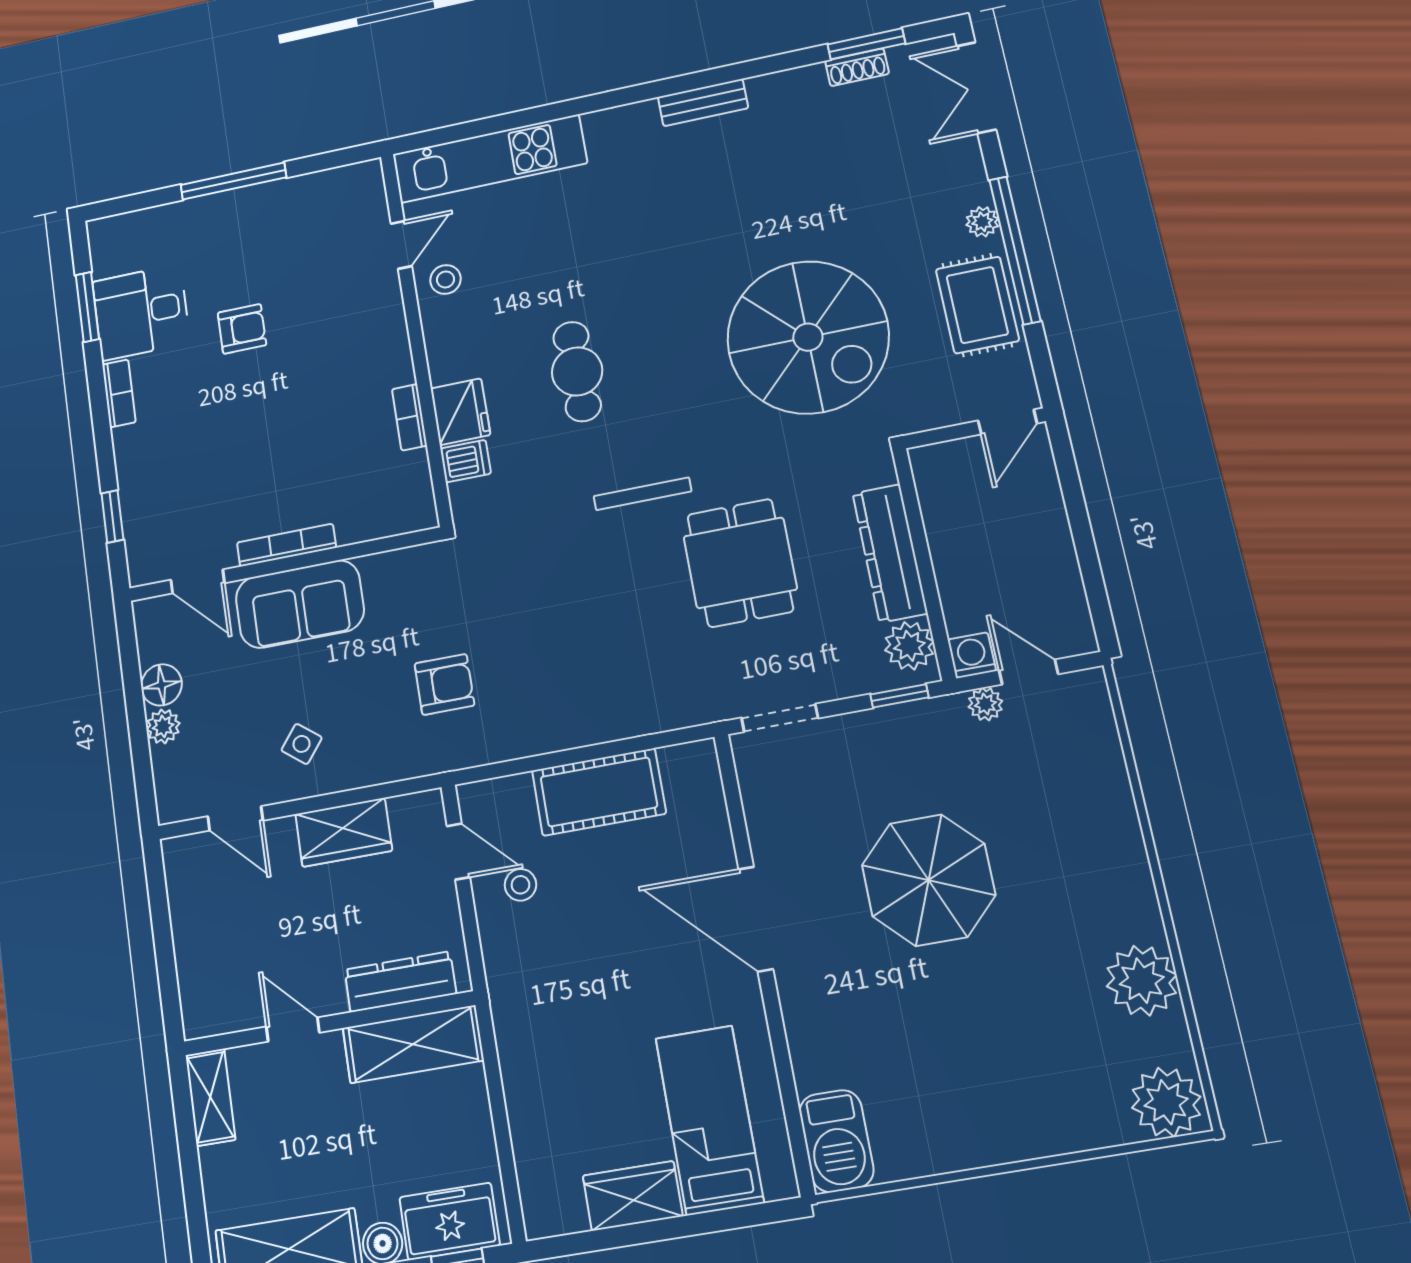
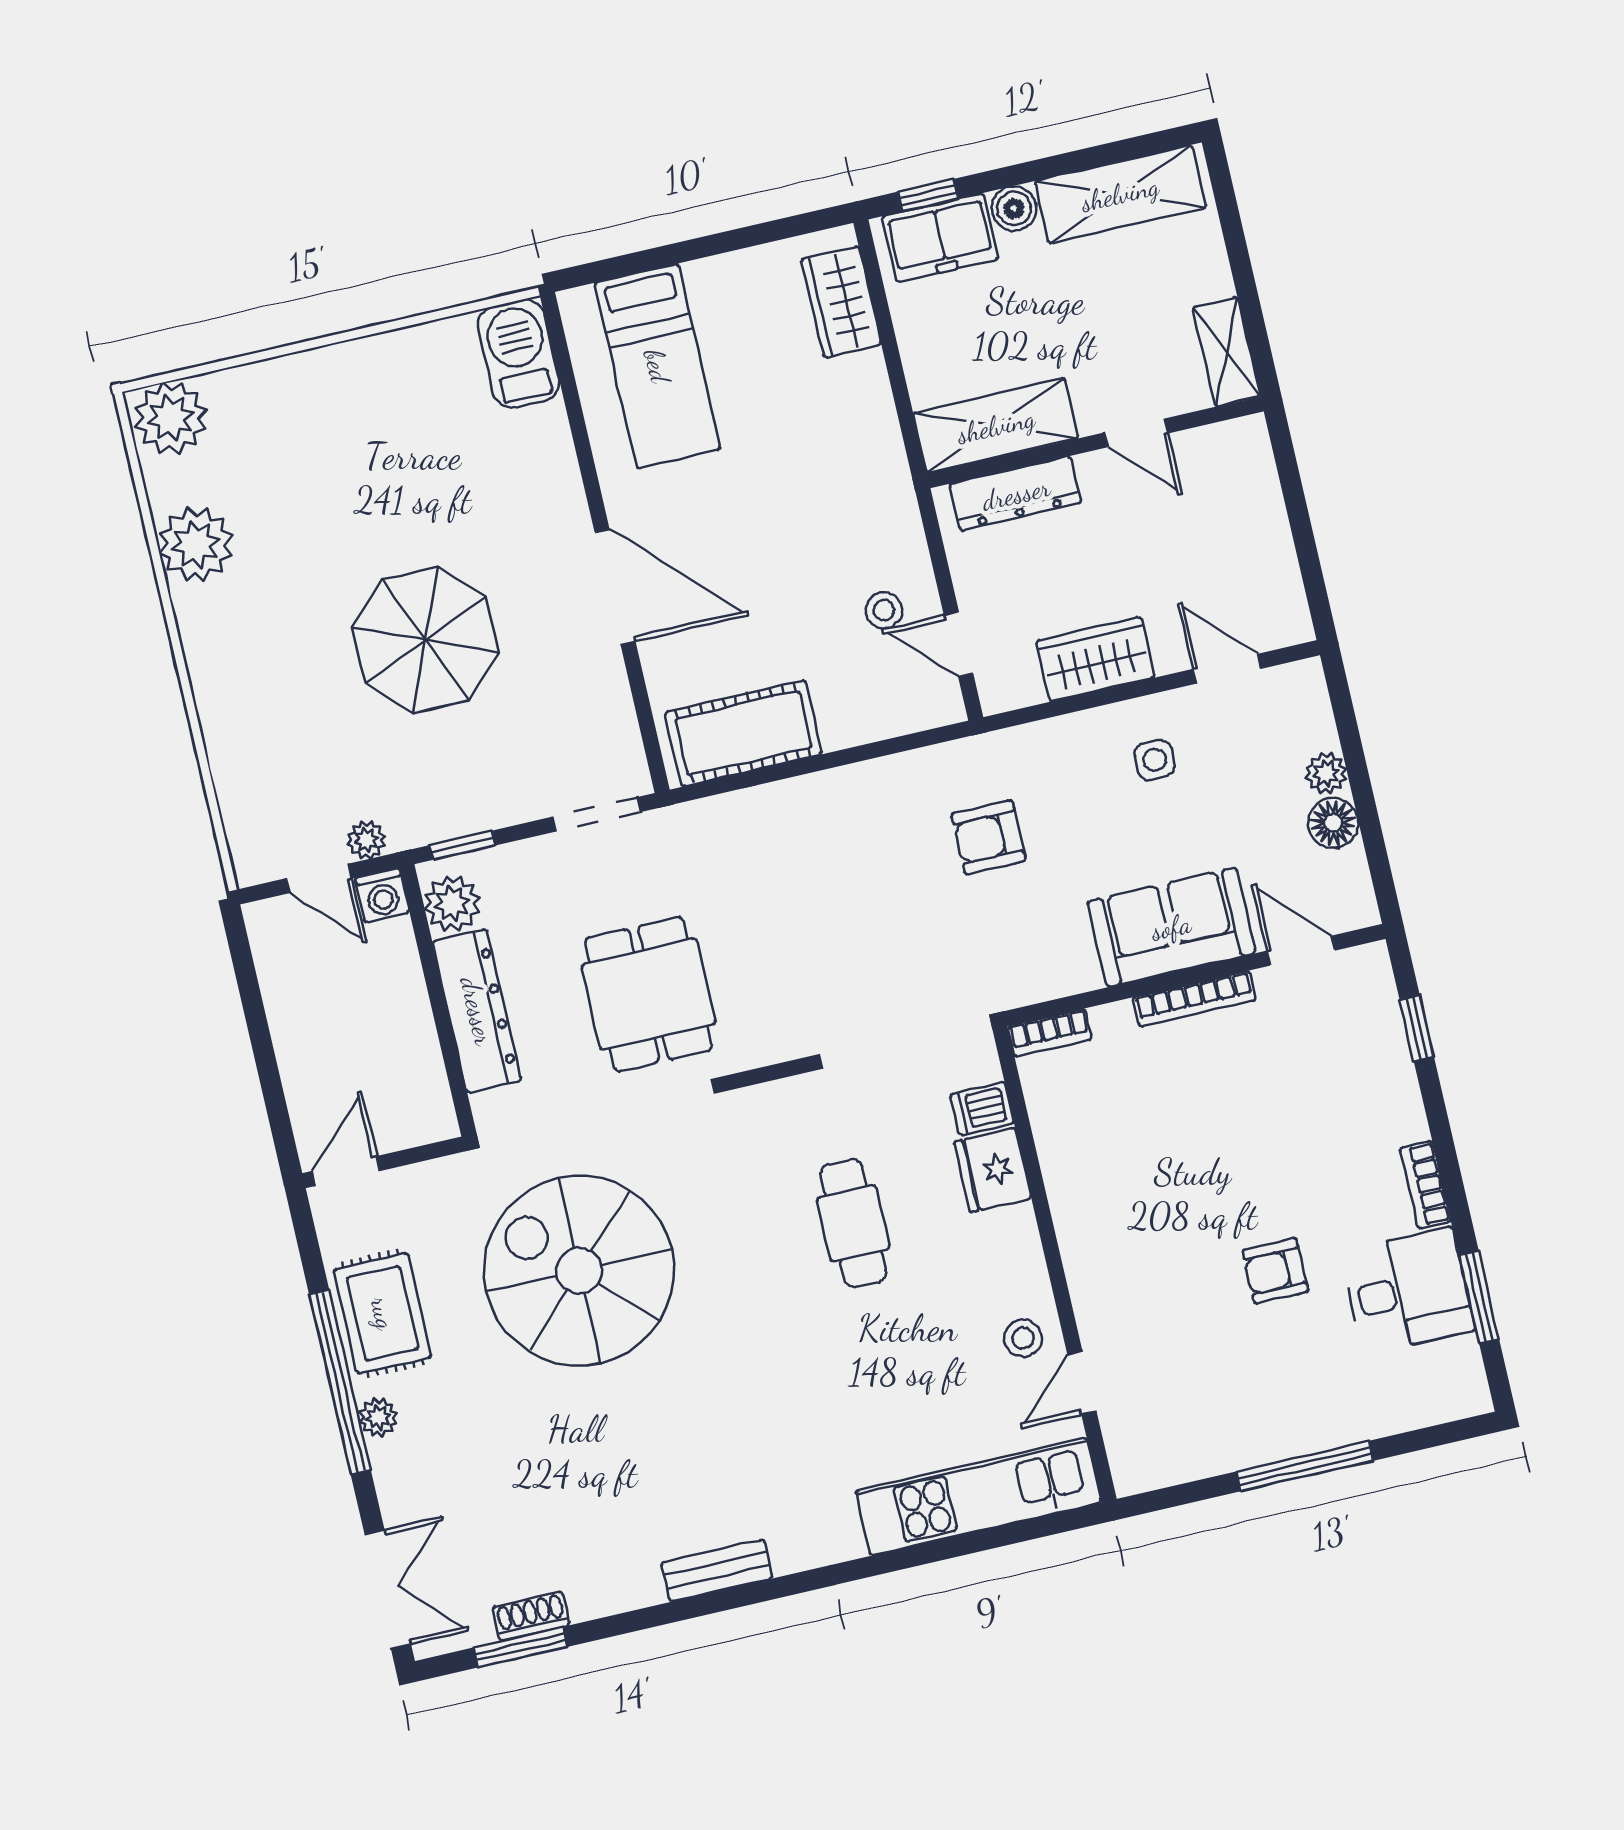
bookcase: (409, 417) -> (1050, 1033), moved, turned 90
side table: (302, 744) -> (1155, 760), turned -38
cot: (599, 792) -> (744, 733), moved
wardrobe: (633, 1196) -> (841, 302), moved, turned 90

